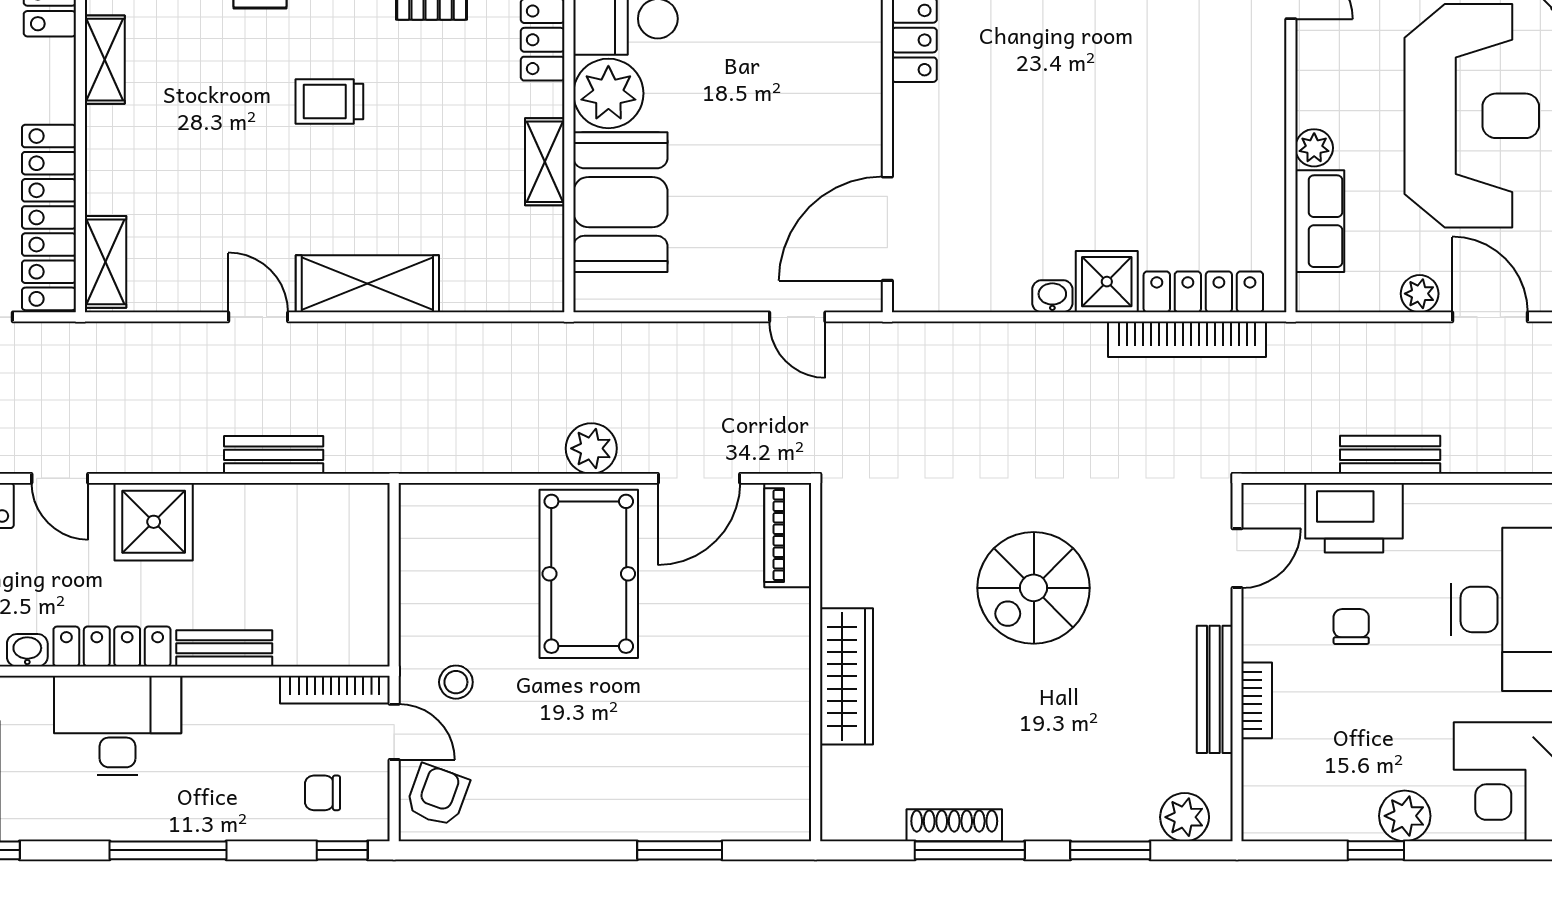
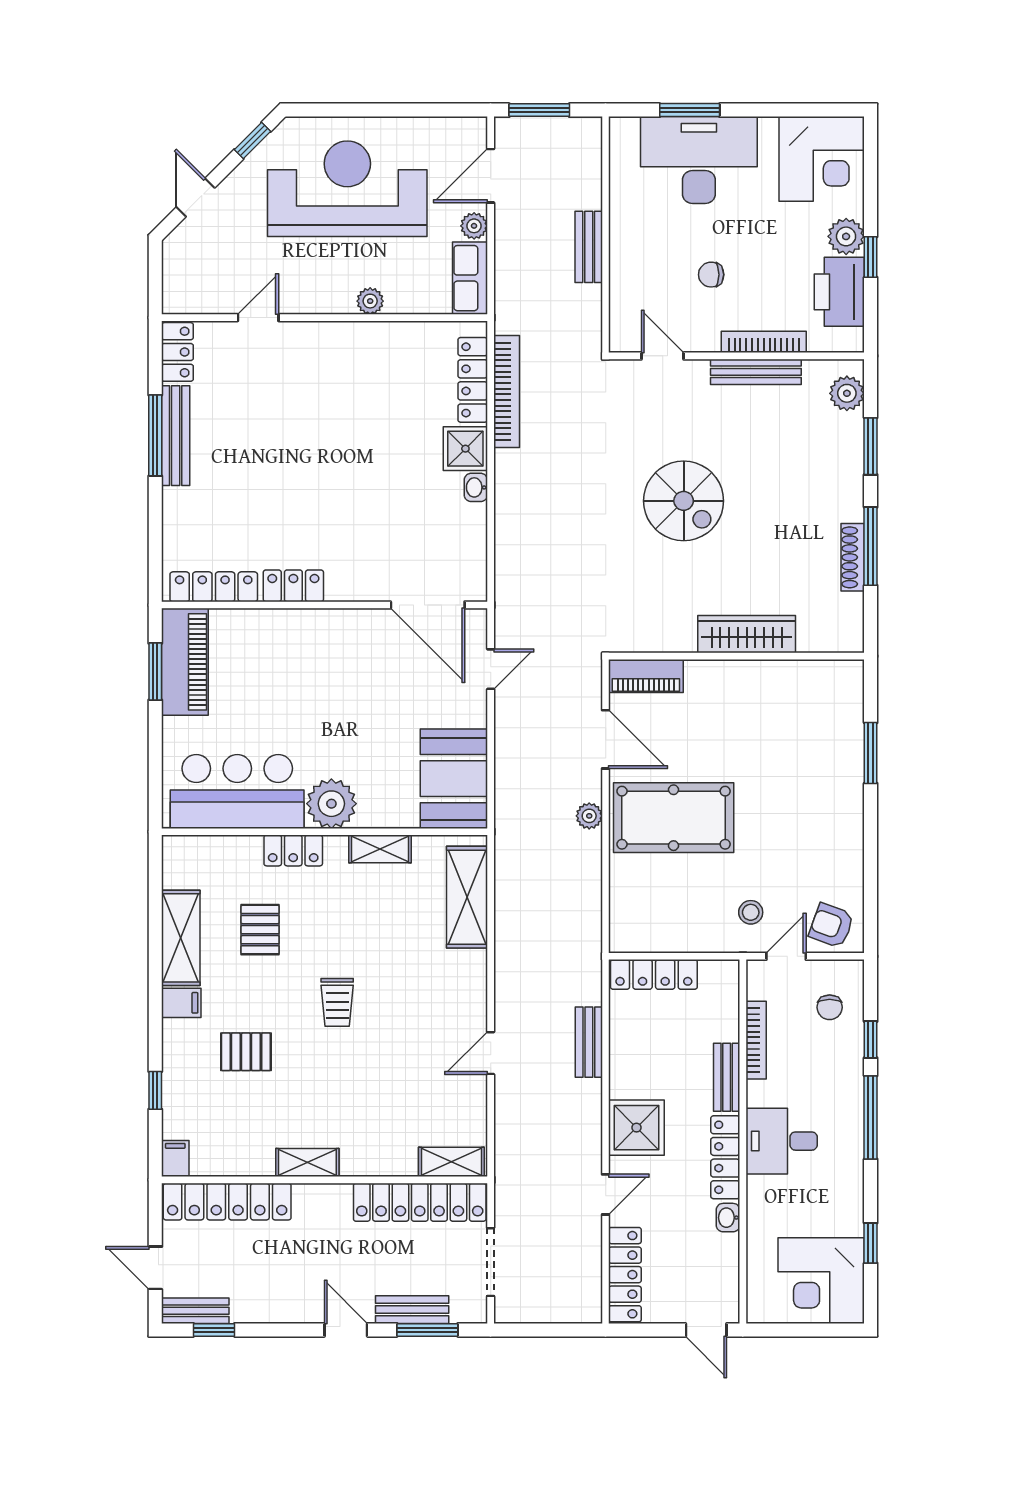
booth: (620, 202) -> (454, 779), moved, turned 90
row of seats: (1320, 221) -> (470, 278), moved, turned -90
shelving: (367, 284) -> (467, 897), moved
plant: (591, 448) -> (589, 816), width x0.73, depth x0.73
printer: (1354, 518) -> (839, 292), moved, turned 180
locker: (369, 546) -> (654, 974), added
bookcase: (335, 690) -> (756, 1040), moved
bookcase: (1257, 700) -> (764, 342), width x1.56
desk: (118, 725) -> (782, 1141), width x0.73
window: (342, 850) -> (871, 1040), moved

